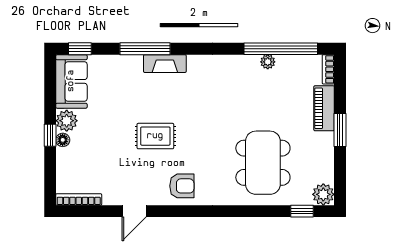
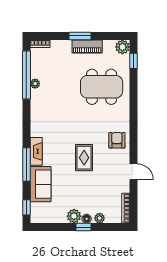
sofa: (71, 81) -> (41, 184), moved, turned 90
piano: (324, 108) -> (87, 46), moved
plant: (64, 160) -> (100, 218), added

